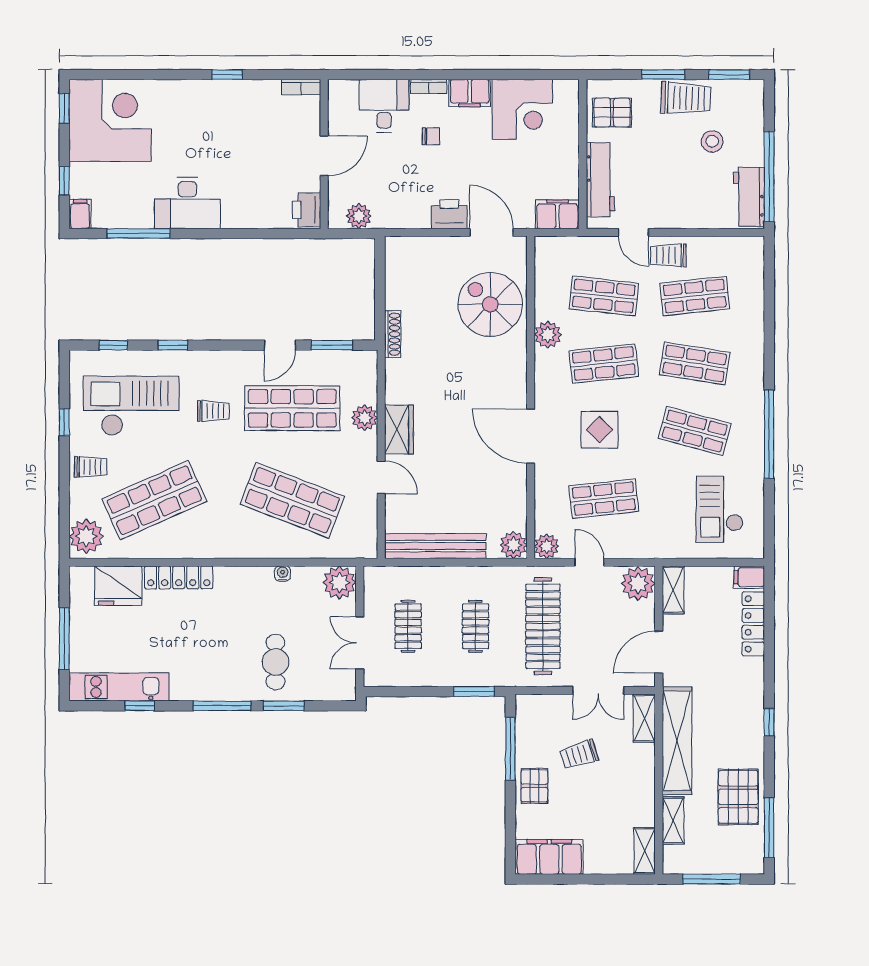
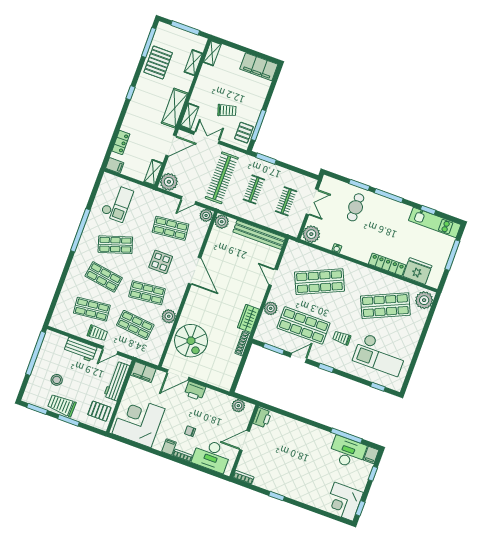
filing cabinet: (470, 93) -> (169, 447), width x0.50
desk: (384, 106) -> (212, 455), width x1.37
corner desk: (522, 109) -> (138, 421), width x1.36, depth x1.36
corner desk: (110, 120) -> (344, 502), width x0.74, depth x0.74
workbench: (749, 197) -> (80, 350), moved, turned 90
desk: (187, 203) -> (347, 452), moved
door: (492, 232) -> (178, 375), hinge flipped
door: (633, 232) -> (110, 350), swing flipped
window: (173, 345) -> (326, 368), moved
window: (64, 422) -> (415, 358), removed
wardrobe: (399, 429) -> (248, 318), moved
shop shelf: (695, 431) -> (115, 245), turned -33
trolley: (91, 467) -> (410, 333), removed
shop shelf: (292, 500) -> (319, 282), turned -45
door: (589, 562) -> (188, 200), hinge flipped
locker: (753, 624) -> (121, 142), width x0.66
shelving: (677, 741) -> (175, 108), width x0.68
pallet: (534, 786) -> (244, 133), moved

